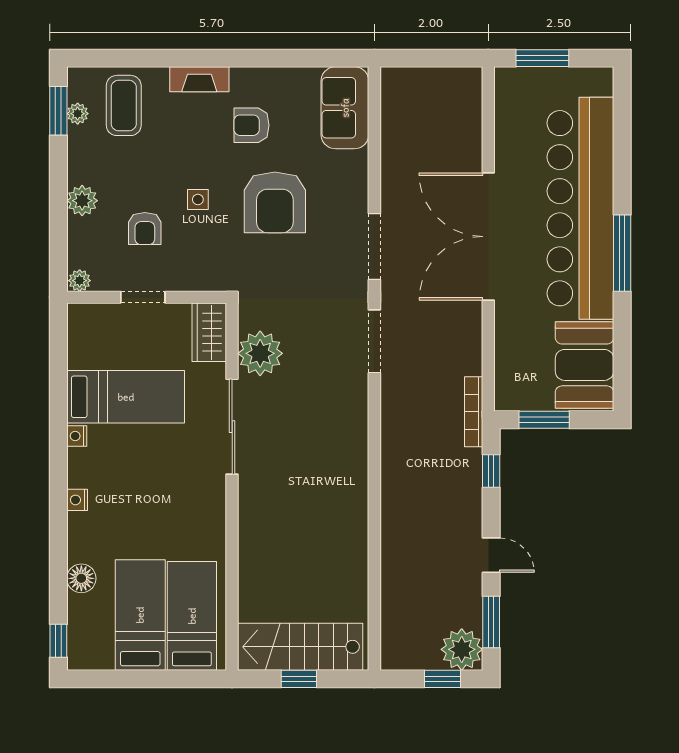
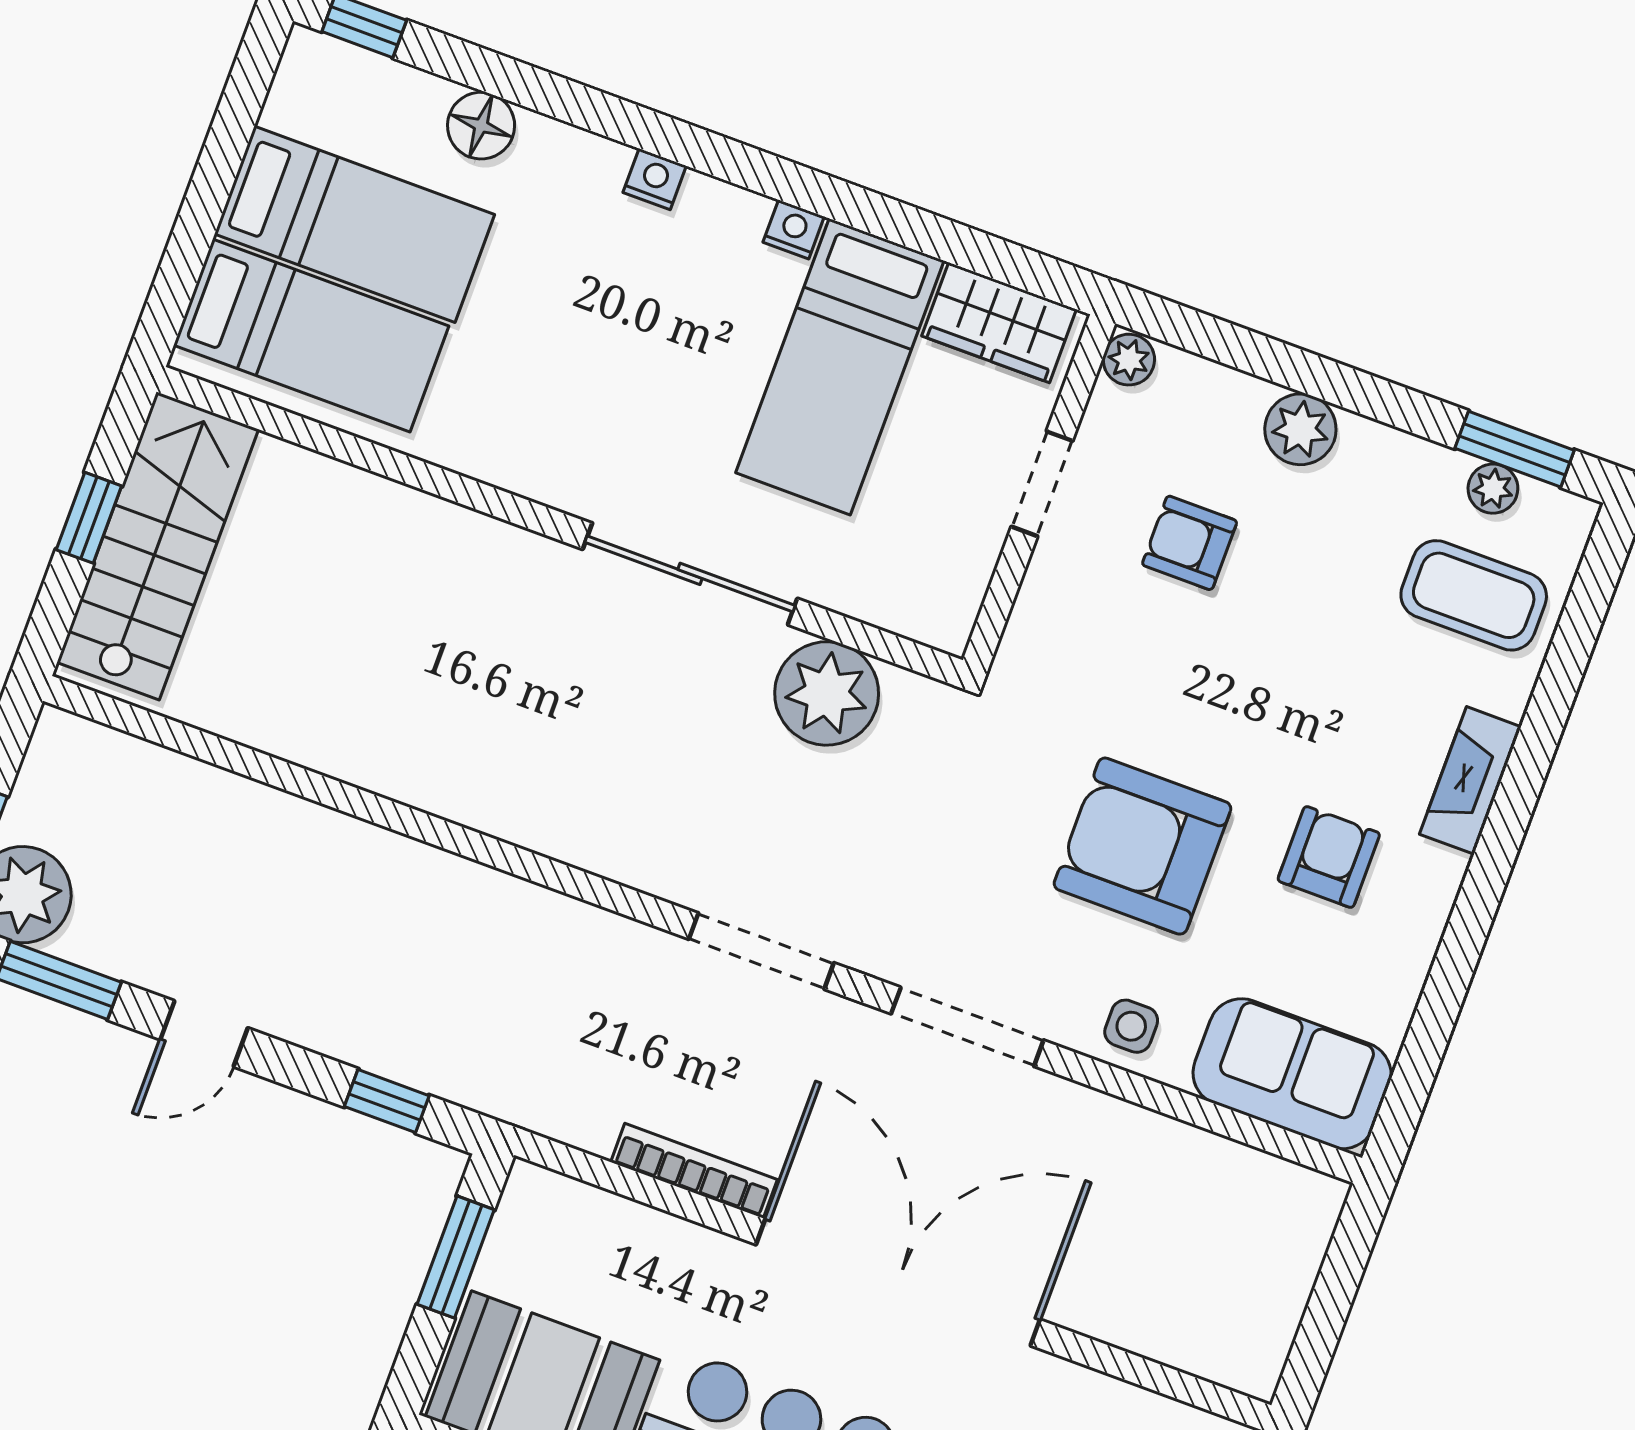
side table: (198, 199) -> (1131, 1026), moved
wardrobe: (209, 332) -> (999, 323), moved, turned 180
bookcase: (474, 412) -> (694, 1171), moved

